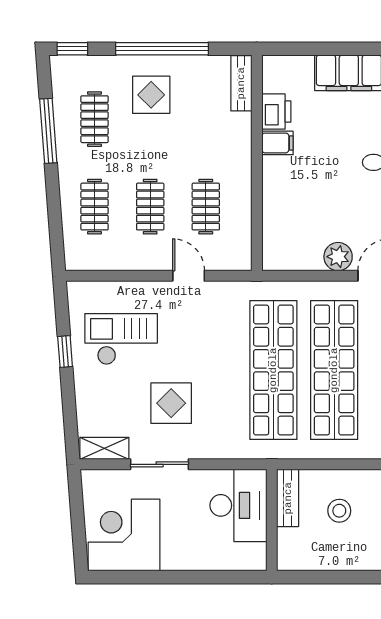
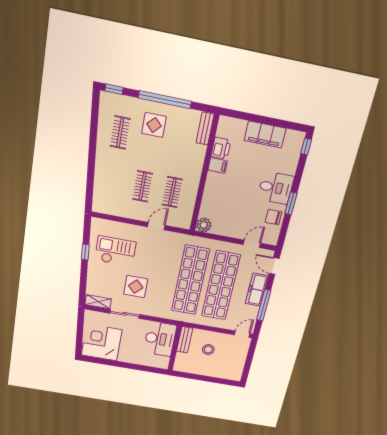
window: (48, 131) -> (93, 134), removed
clothes rail: (95, 207) -> (112, 181), removed
plant: (338, 257) -> (204, 225), moved
door: (189, 276) -> (156, 226), hinge flipped

